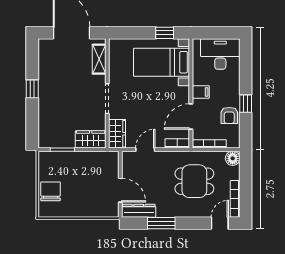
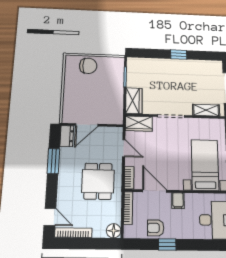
dining table: (194, 181) -> (98, 181), moved
dresser: (139, 211) -> (67, 136), width x0.70

